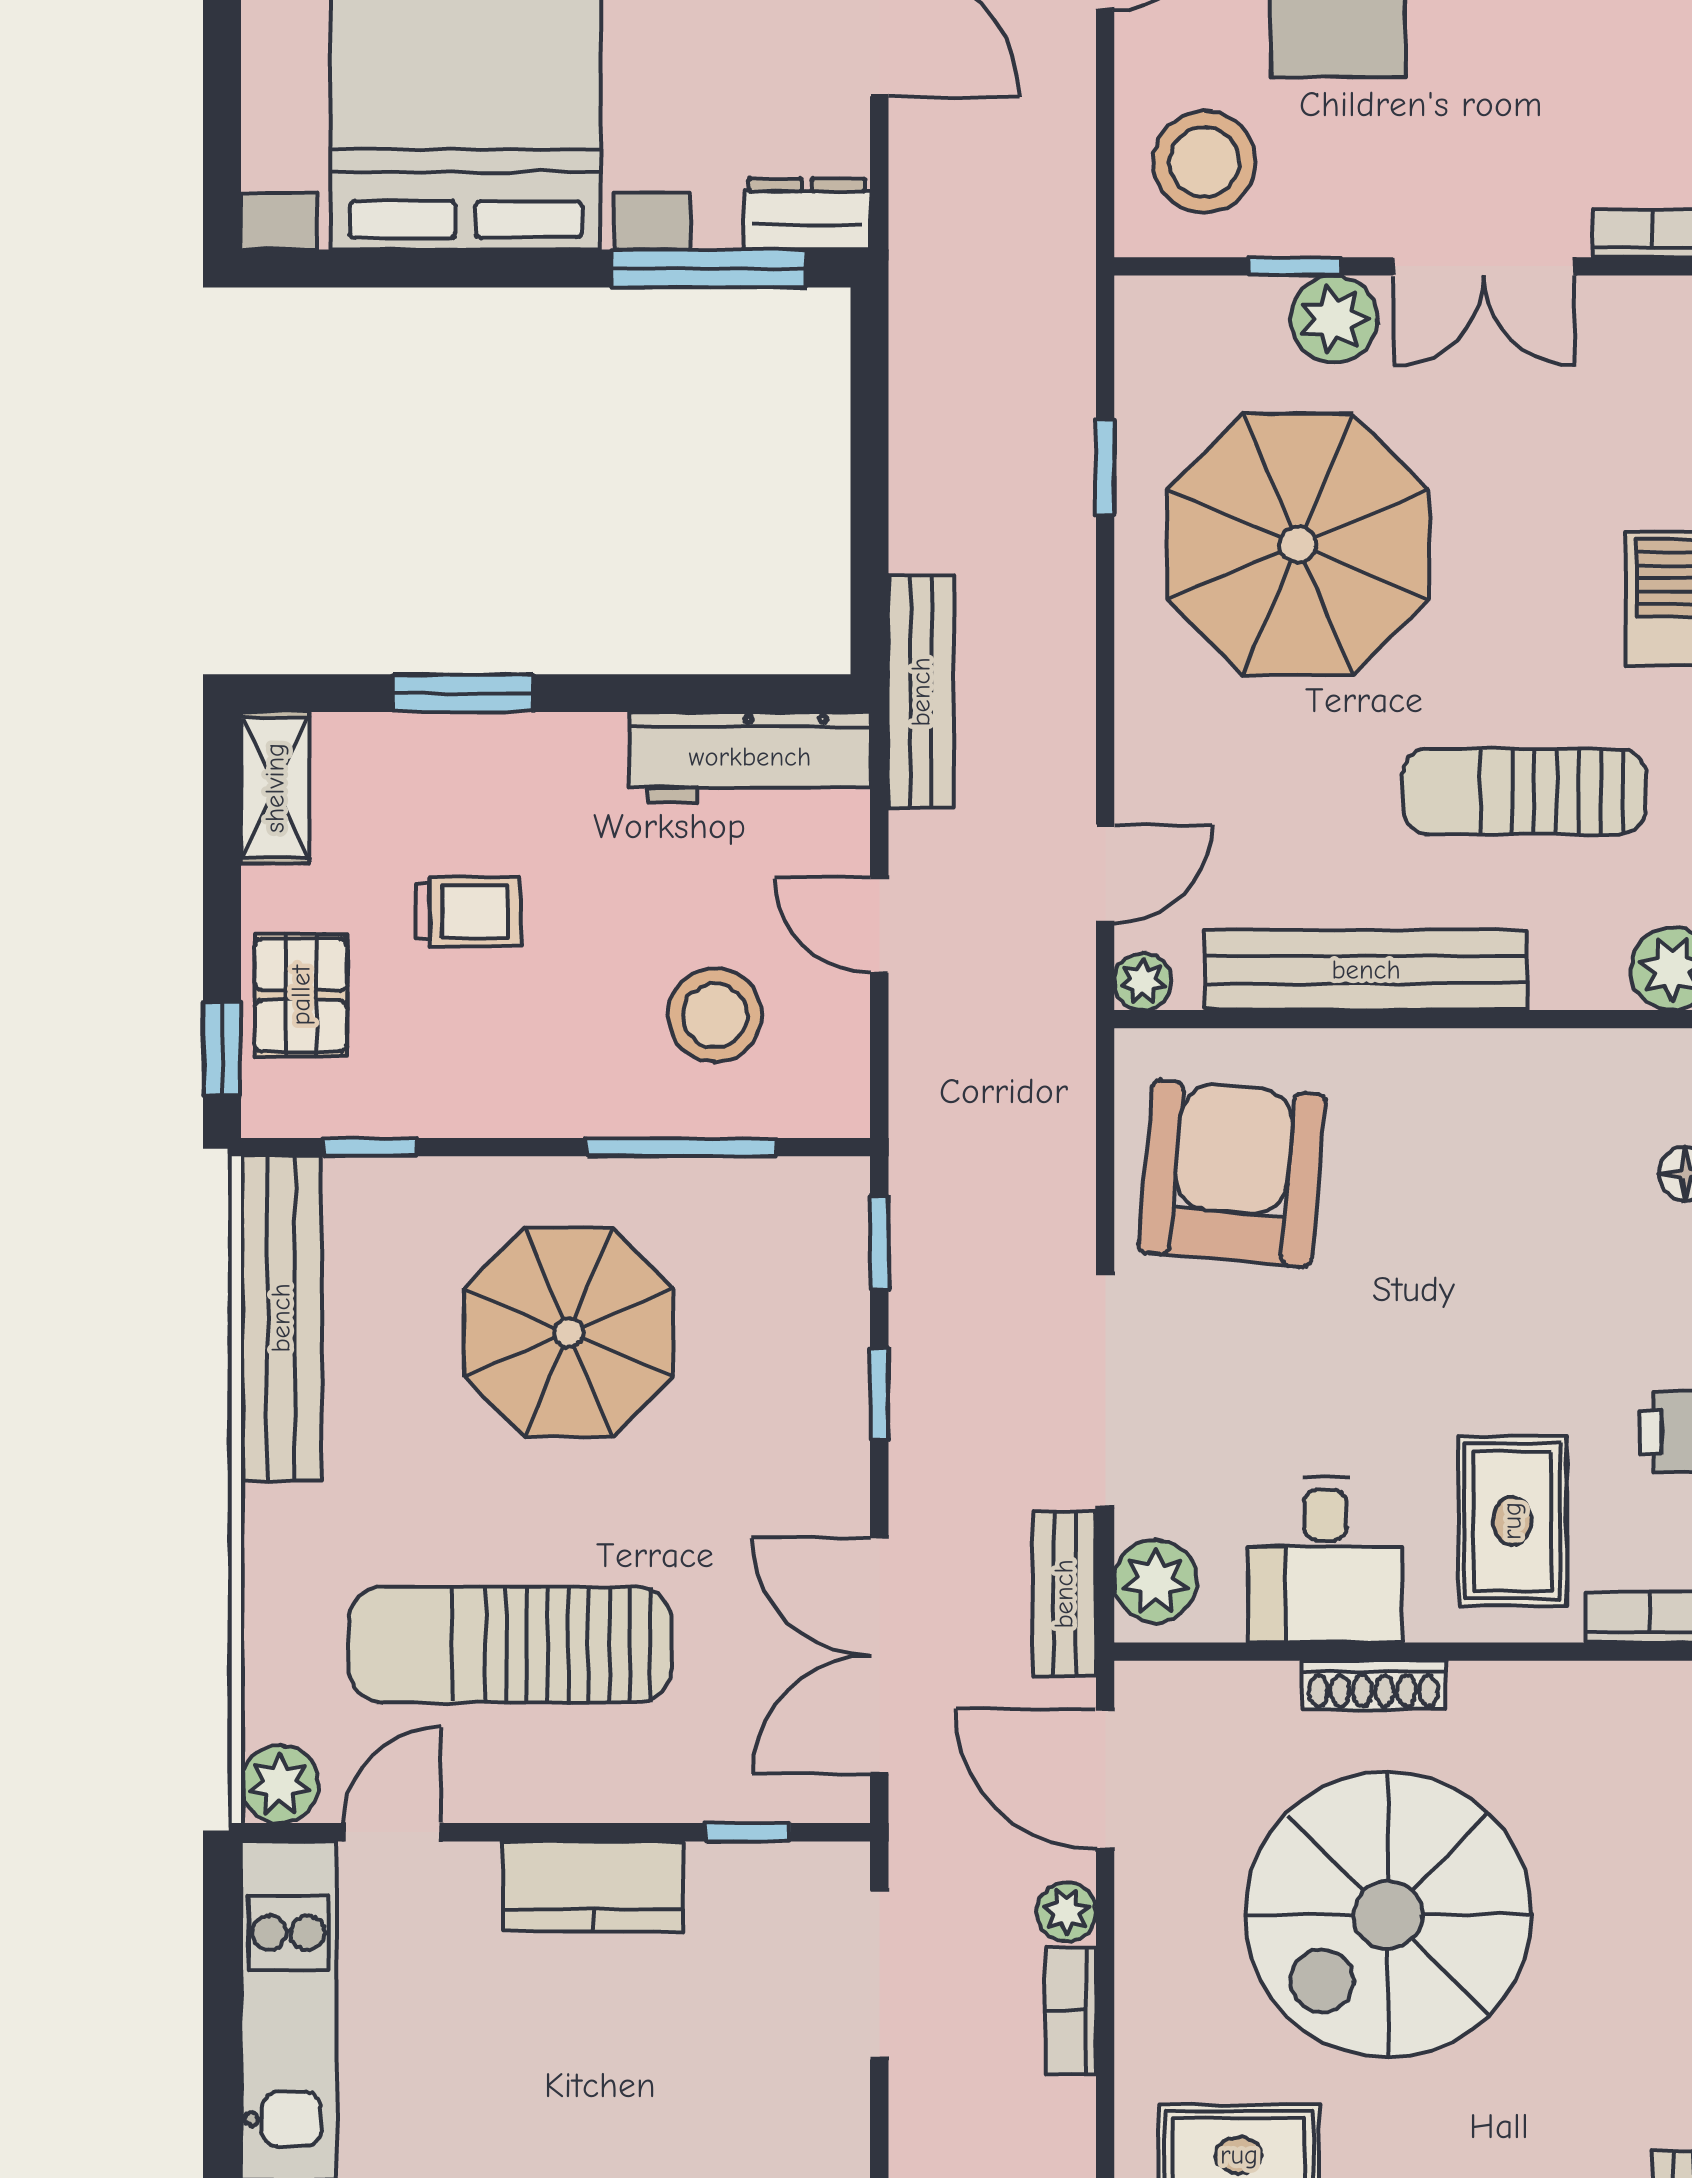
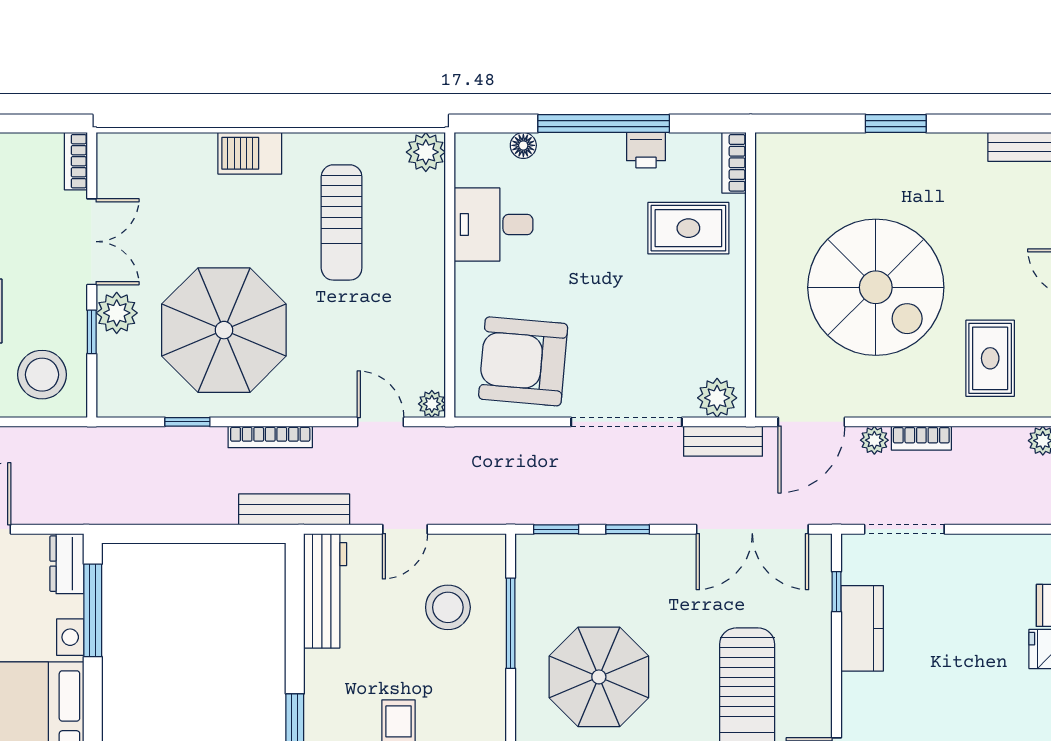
bookcase: (1073, 642) -> (270, 437), added
bench: (1366, 970) -> (426, 298), removed
desk: (1325, 1560) -> (493, 224), moved, turned 180
shoe rack: (1373, 1685) -> (766, 294), removed
kitchen counter: (593, 1886) -> (862, 628), moved

